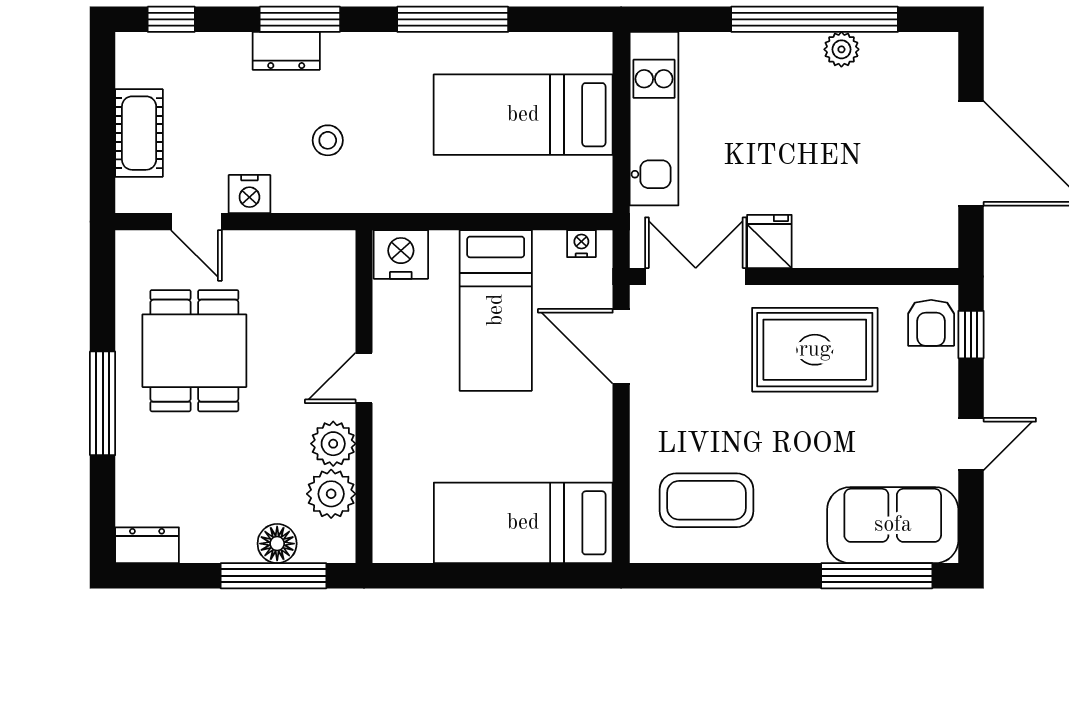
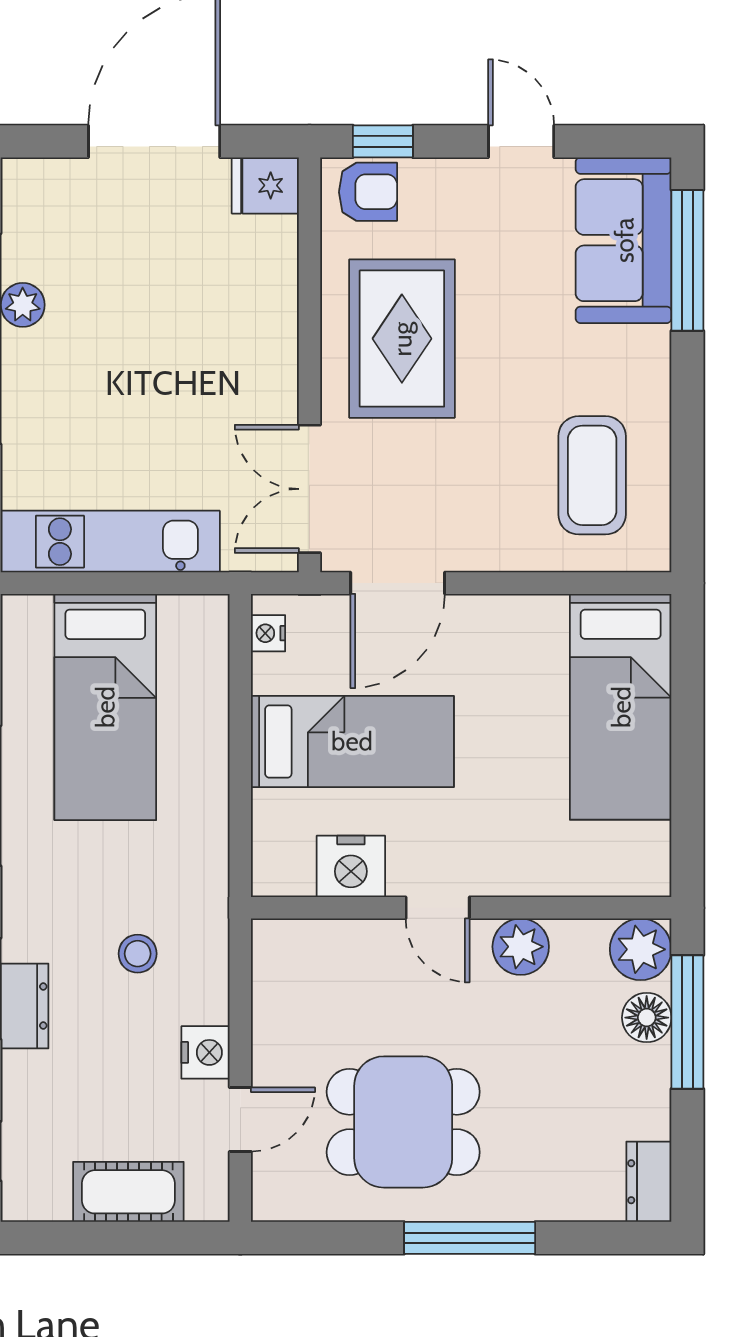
fridge: (769, 241) -> (265, 185), moved
nightstand: (401, 254) -> (351, 866), moved, turned -90
plant: (331, 494) -> (641, 949), moved

